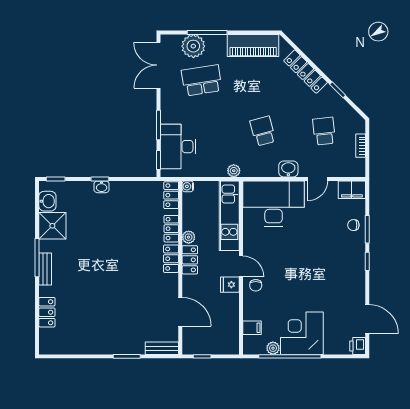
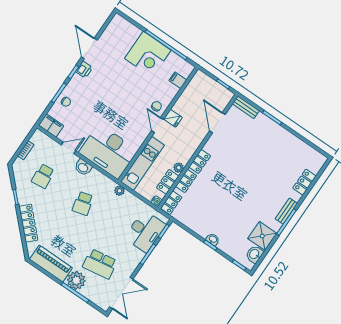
plant: (193, 46) -> (76, 280), moved
locker: (190, 260) -> (168, 182), moved
door: (367, 319) -> (89, 49), moved
printer: (358, 346) -> (84, 70), moved
plant: (273, 348) -> (173, 58), removed

